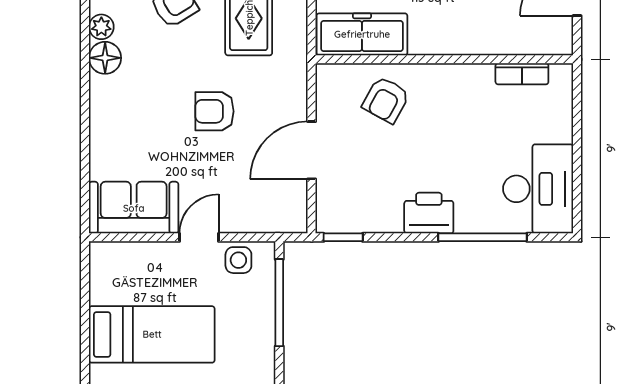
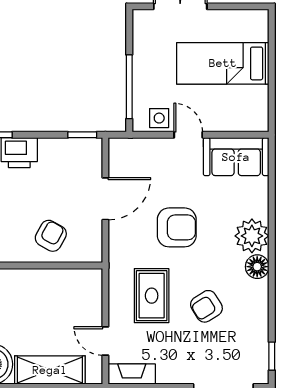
plant: (101, 27) -> (252, 236), moved, width x1.88, depth x1.88
freezer: (362, 34) -> (68, 284), removed
armchair: (214, 111) -> (177, 227), width x1.38, depth x1.38
door: (199, 237) -> (188, 135), swing flipped

